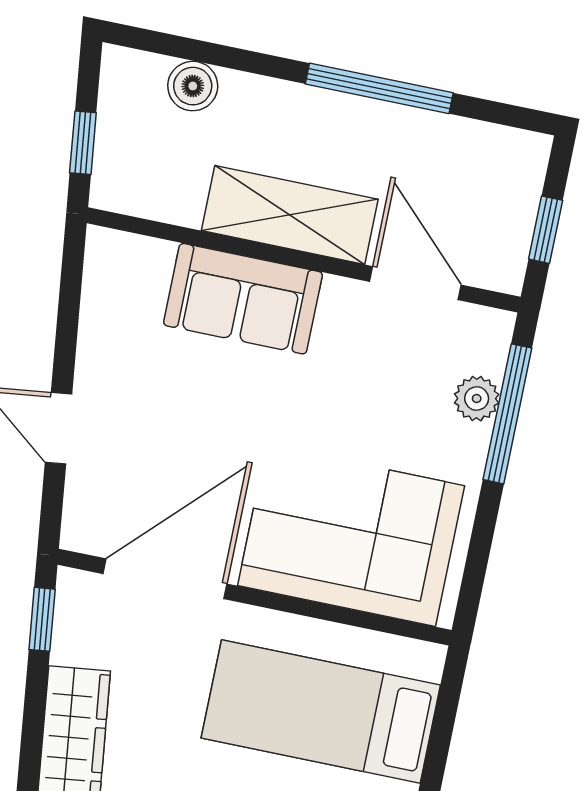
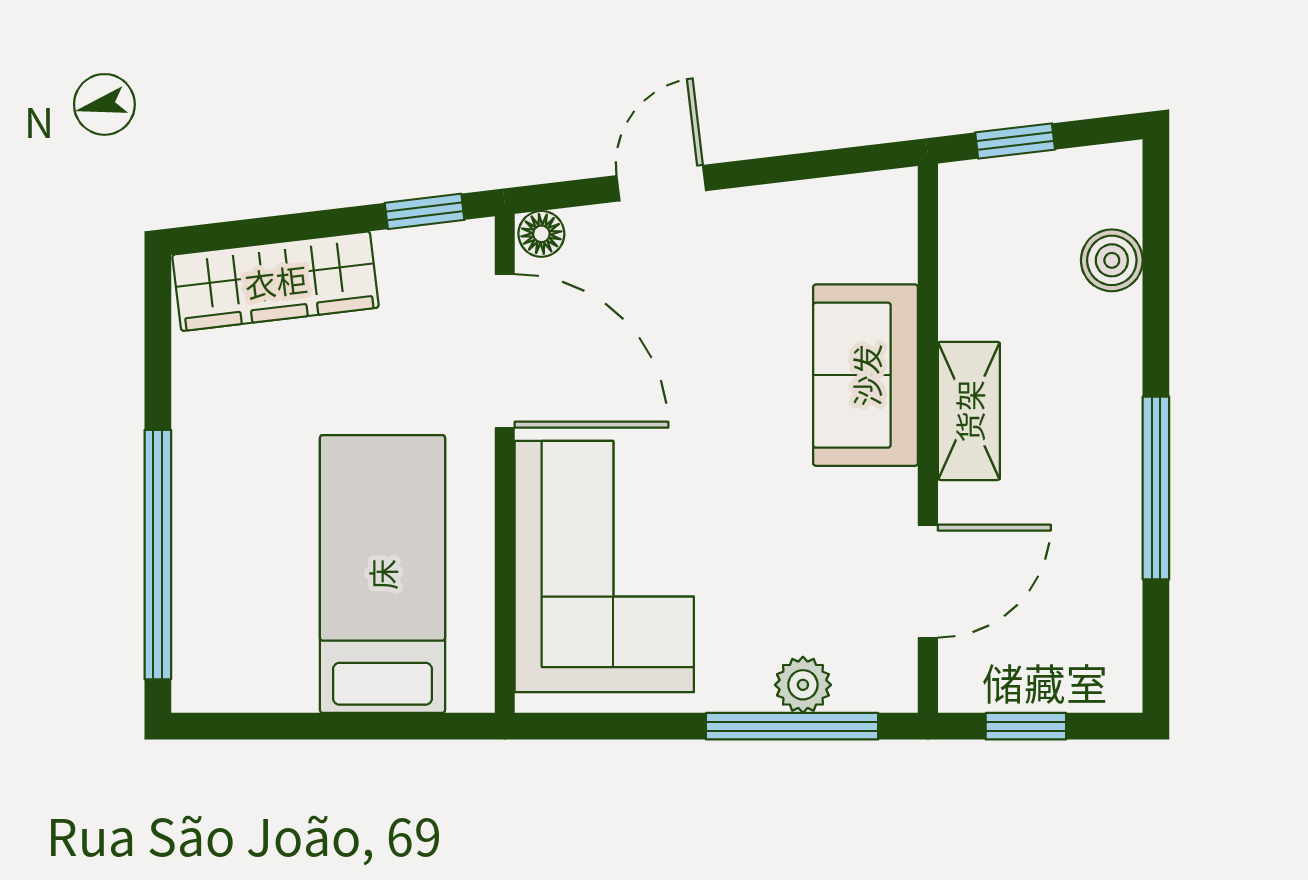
shelving: (290, 215) -> (969, 411), width x0.67, depth x0.75
floor lamp: (79, 531) -> (541, 234), added

